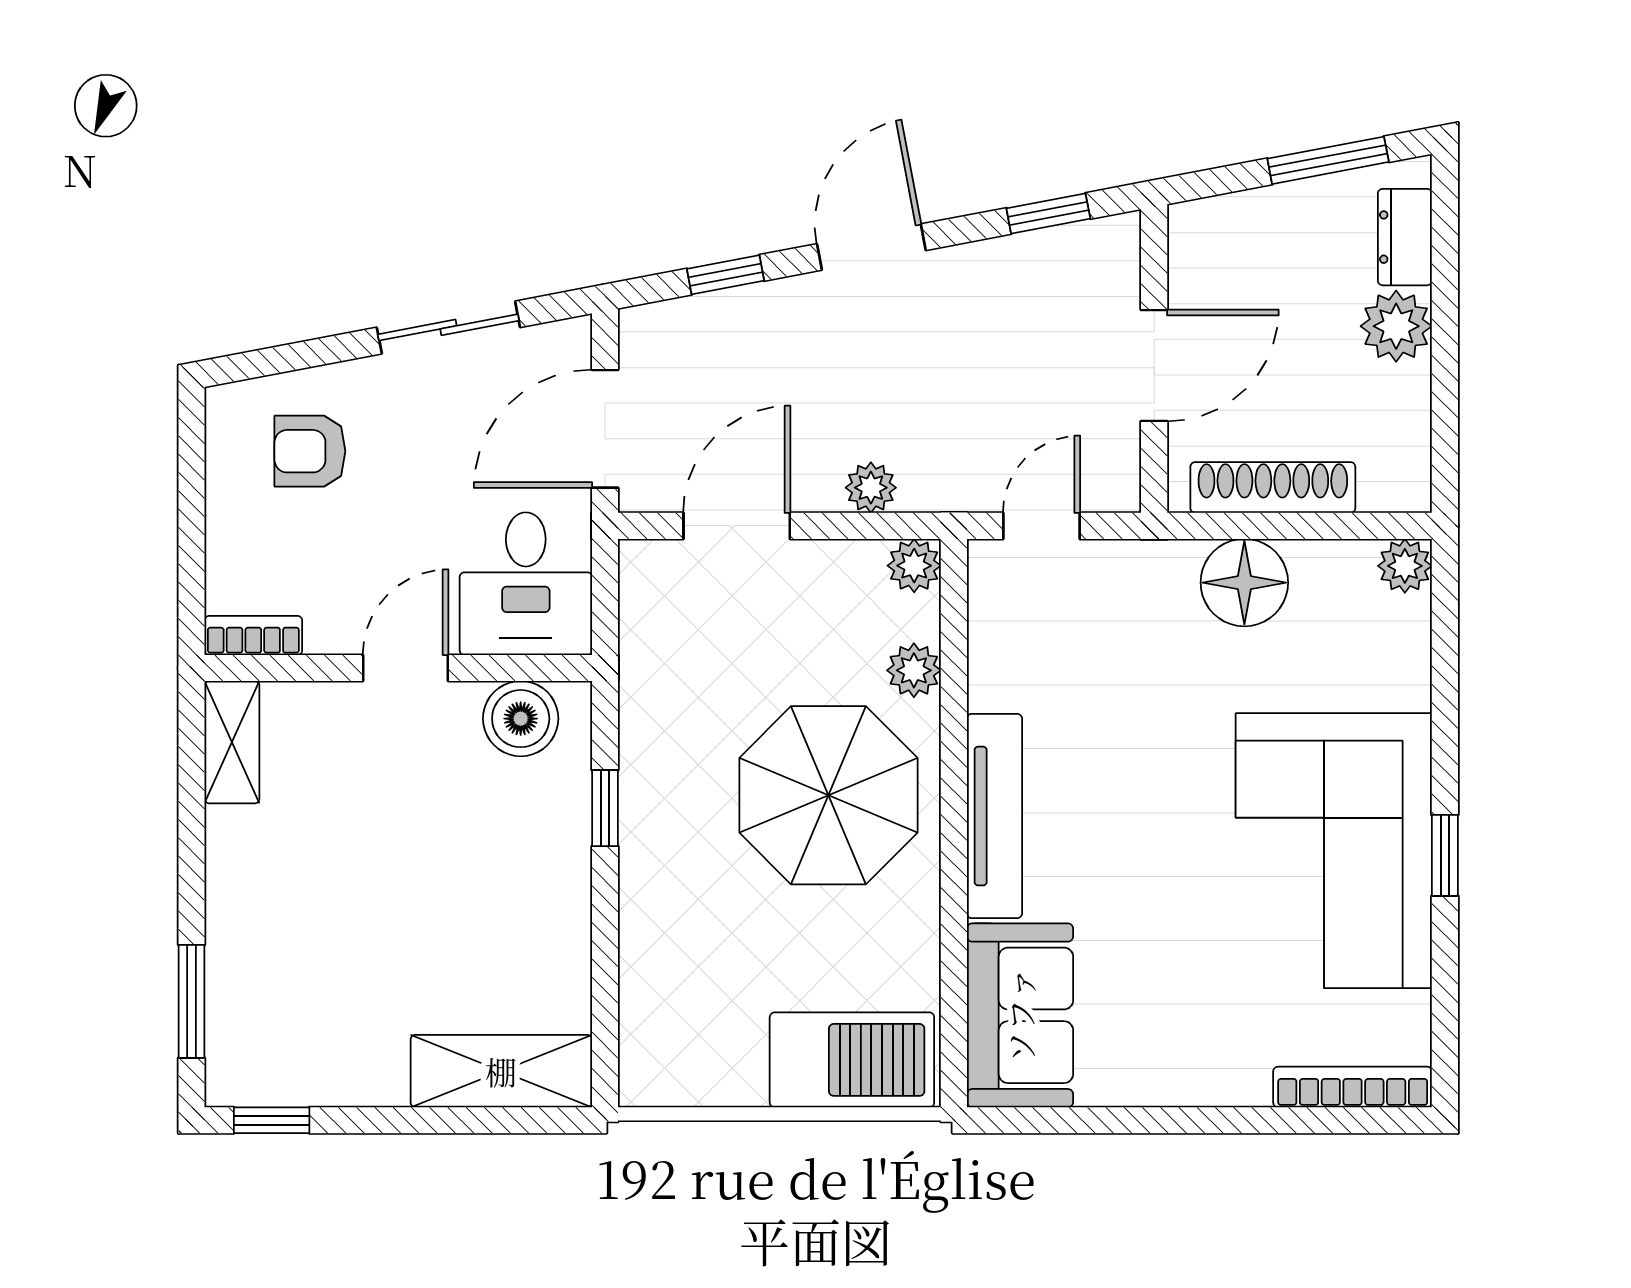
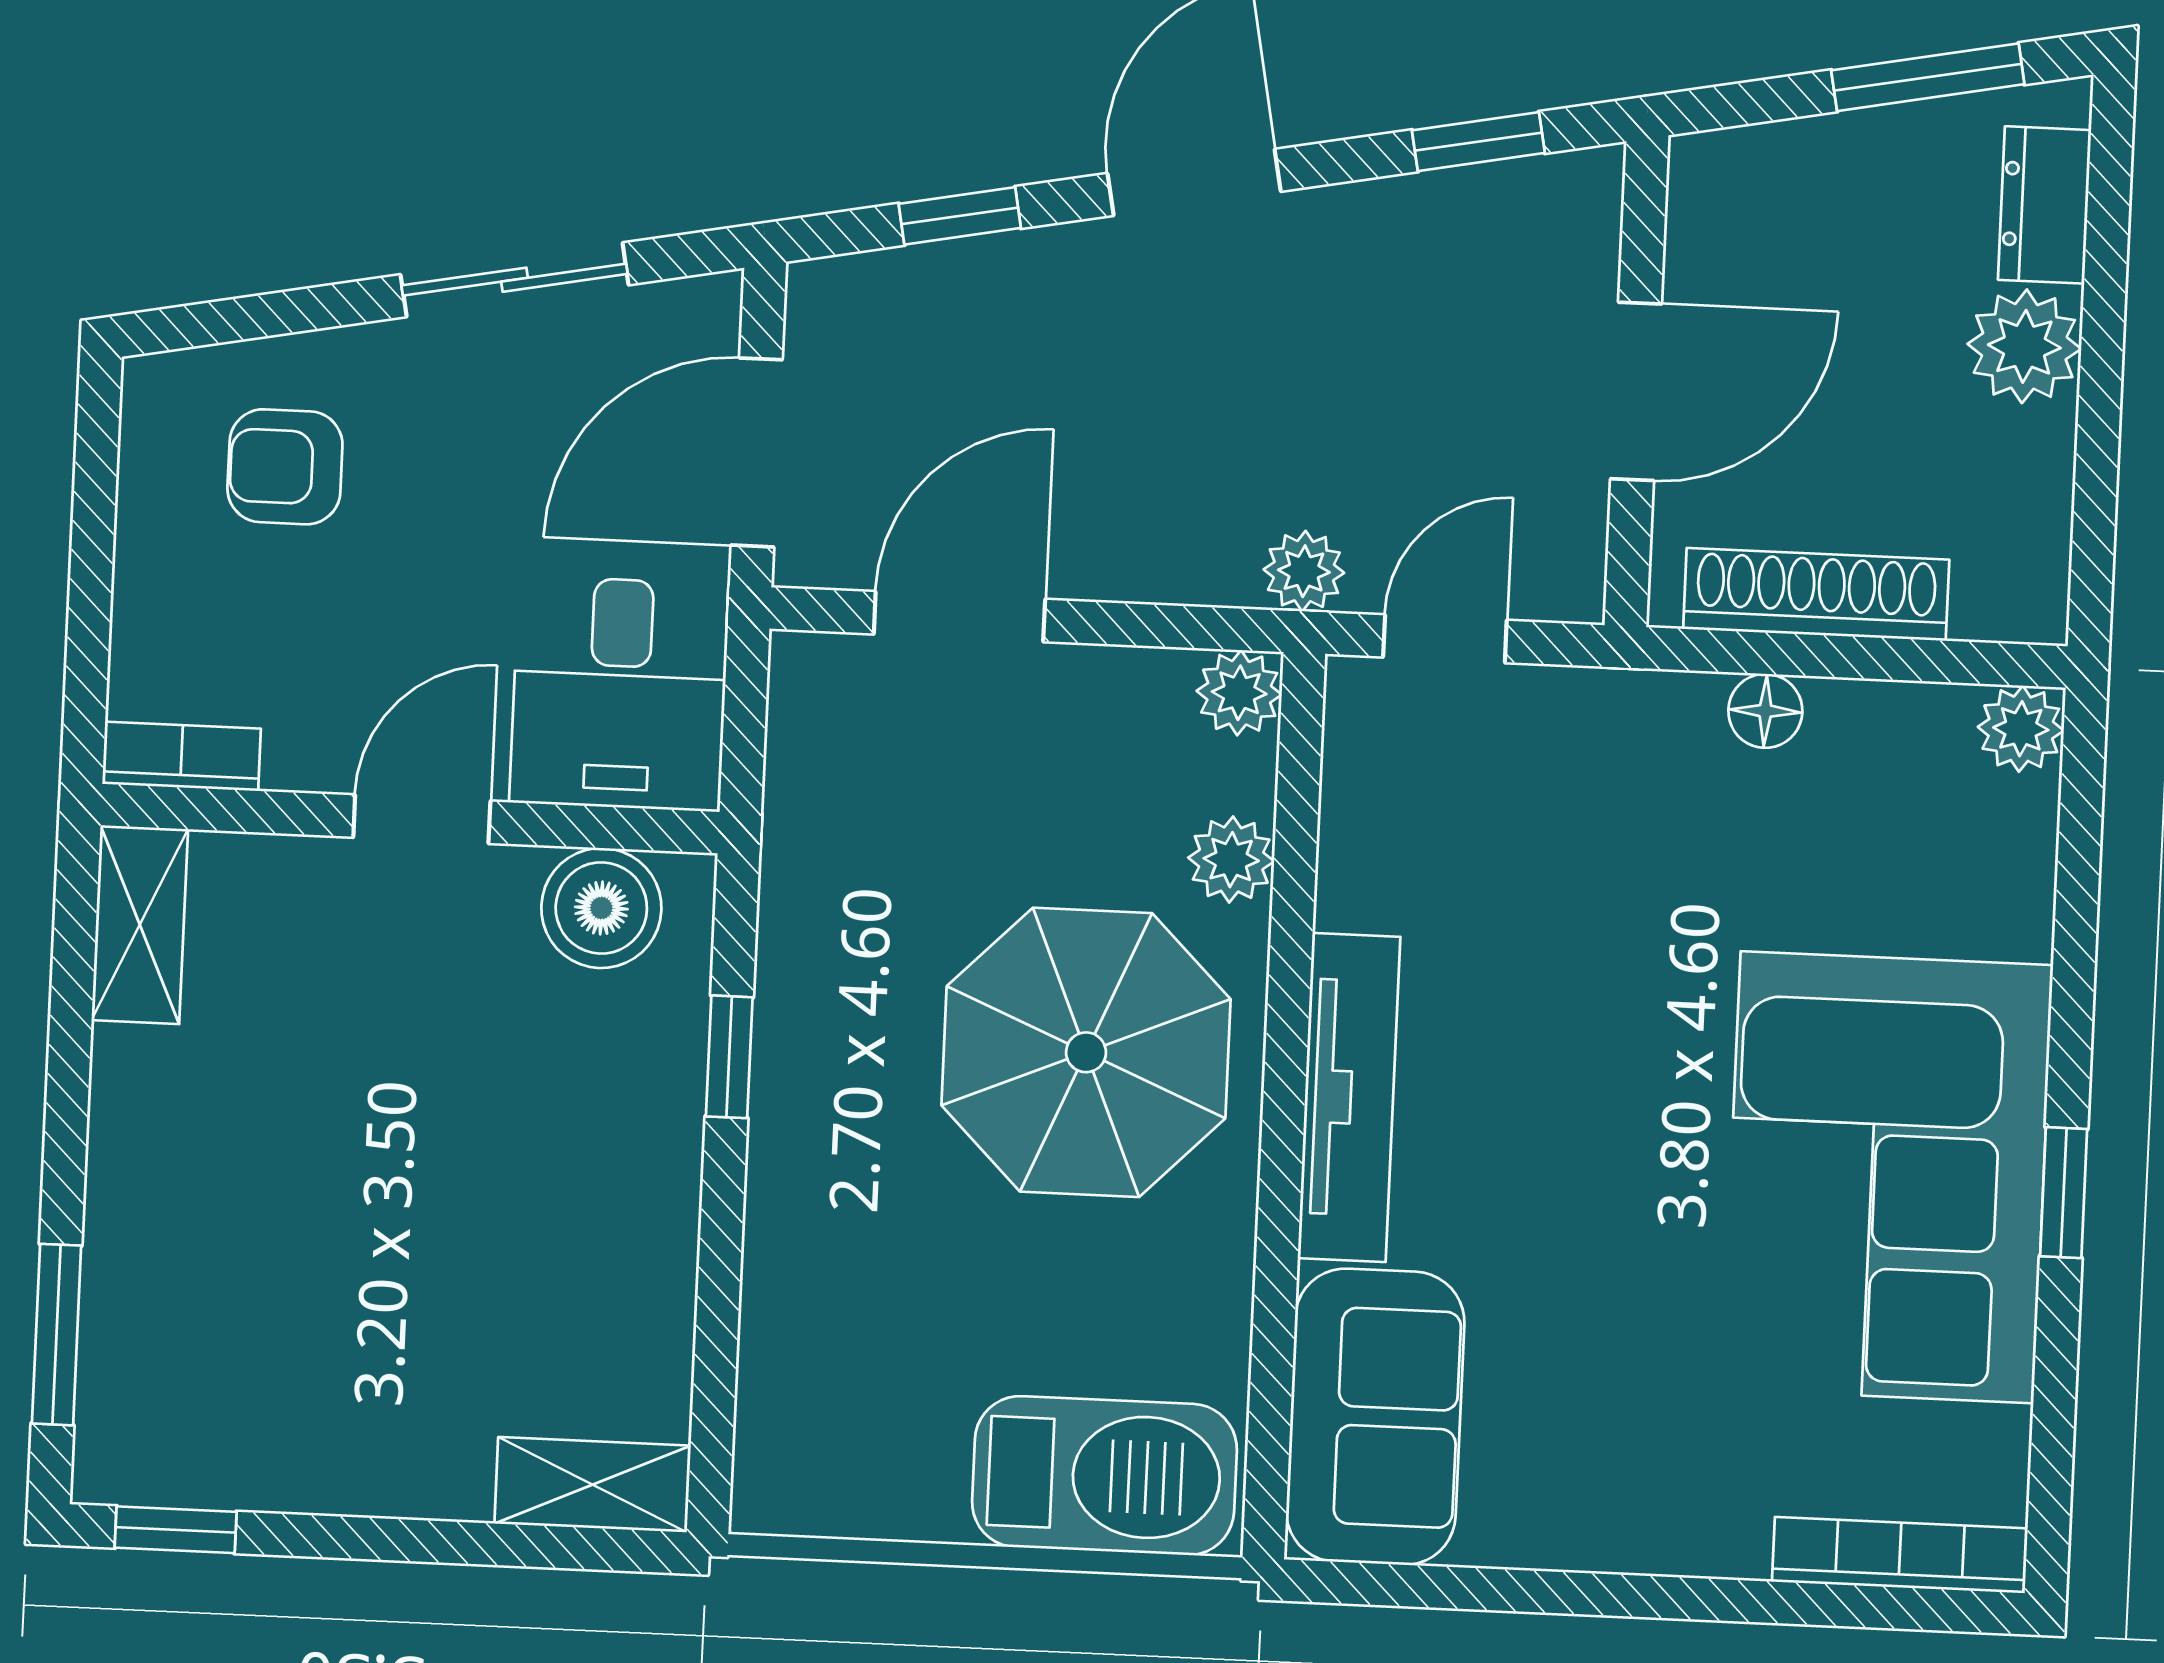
plant: (871, 488) -> (1304, 571), moved
floor lamp: (1244, 583) -> (1765, 711), width x0.53, depth x0.53
shelving: (501, 1071) -> (593, 1485), width x0.67, depth x0.75

